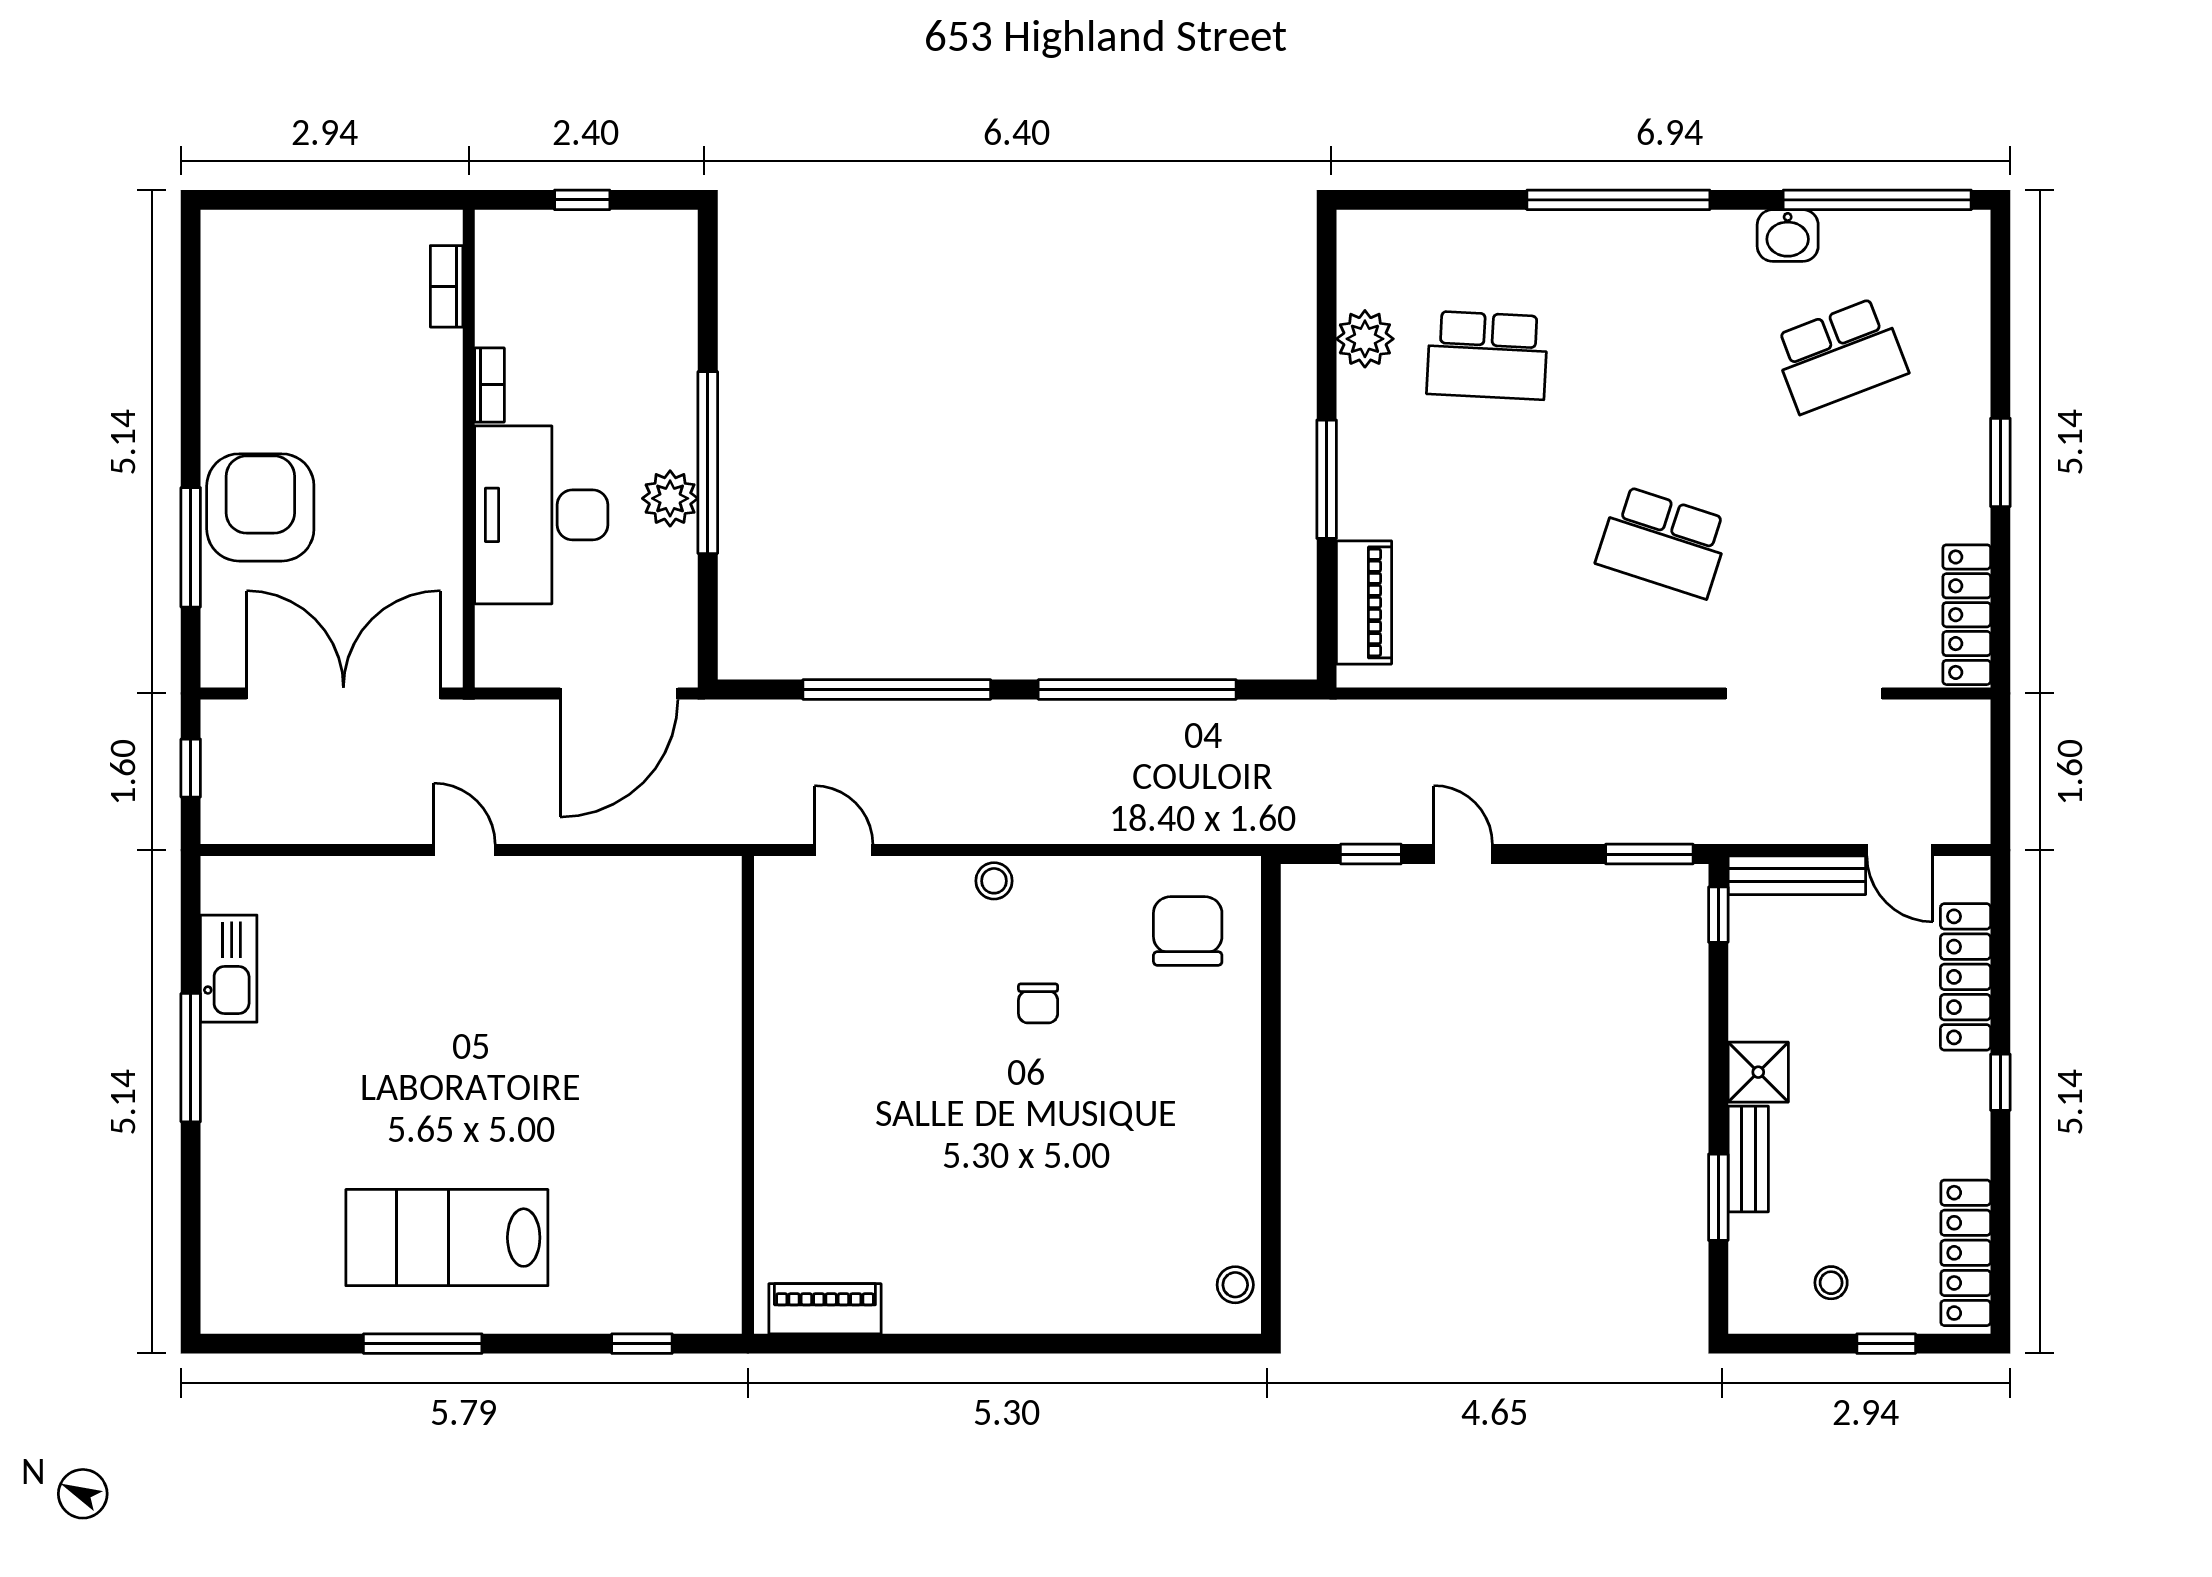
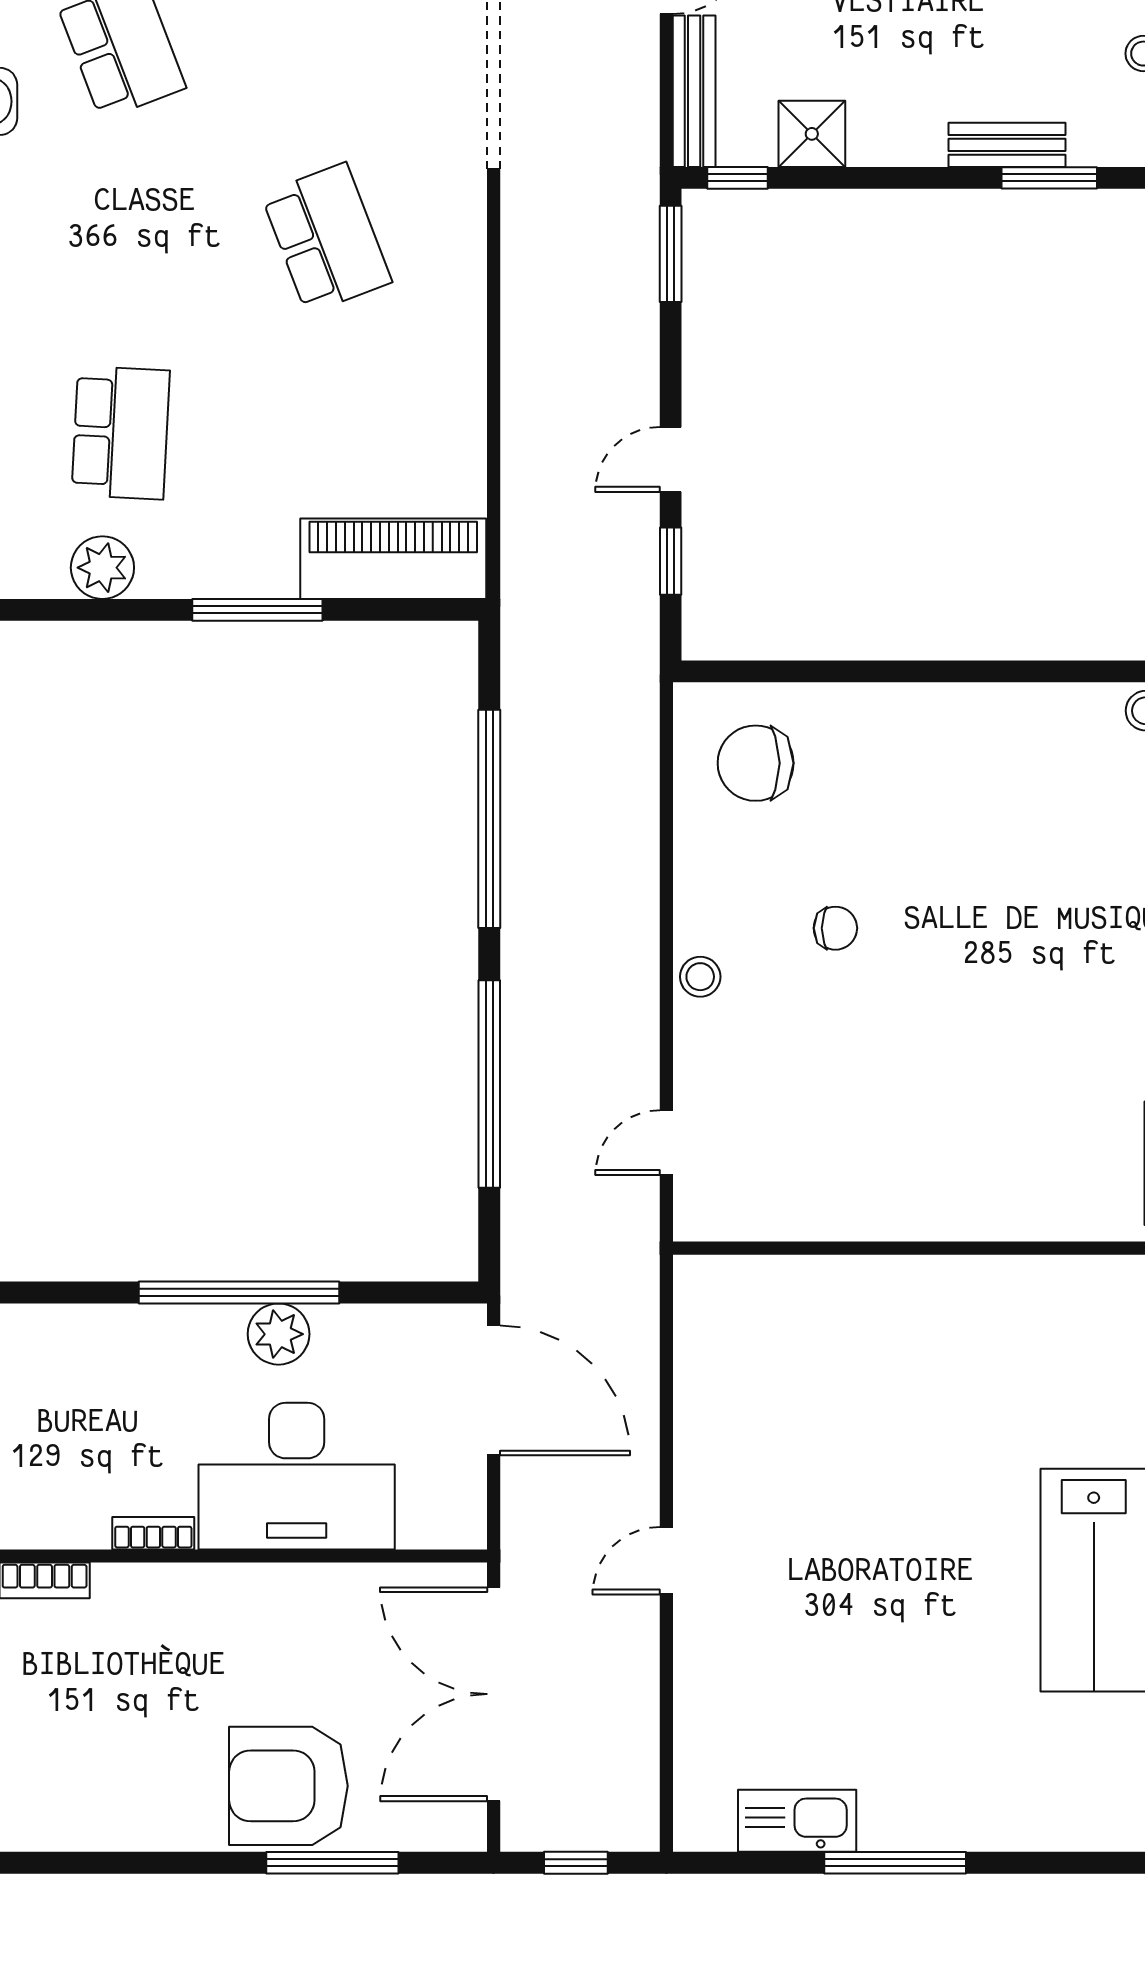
school desk: (1663, 542) -> (326, 238), turned -39
piano: (1364, 602) -> (393, 559), width x1.37, depth x1.33
shower: (1758, 1072) -> (812, 134), moved

